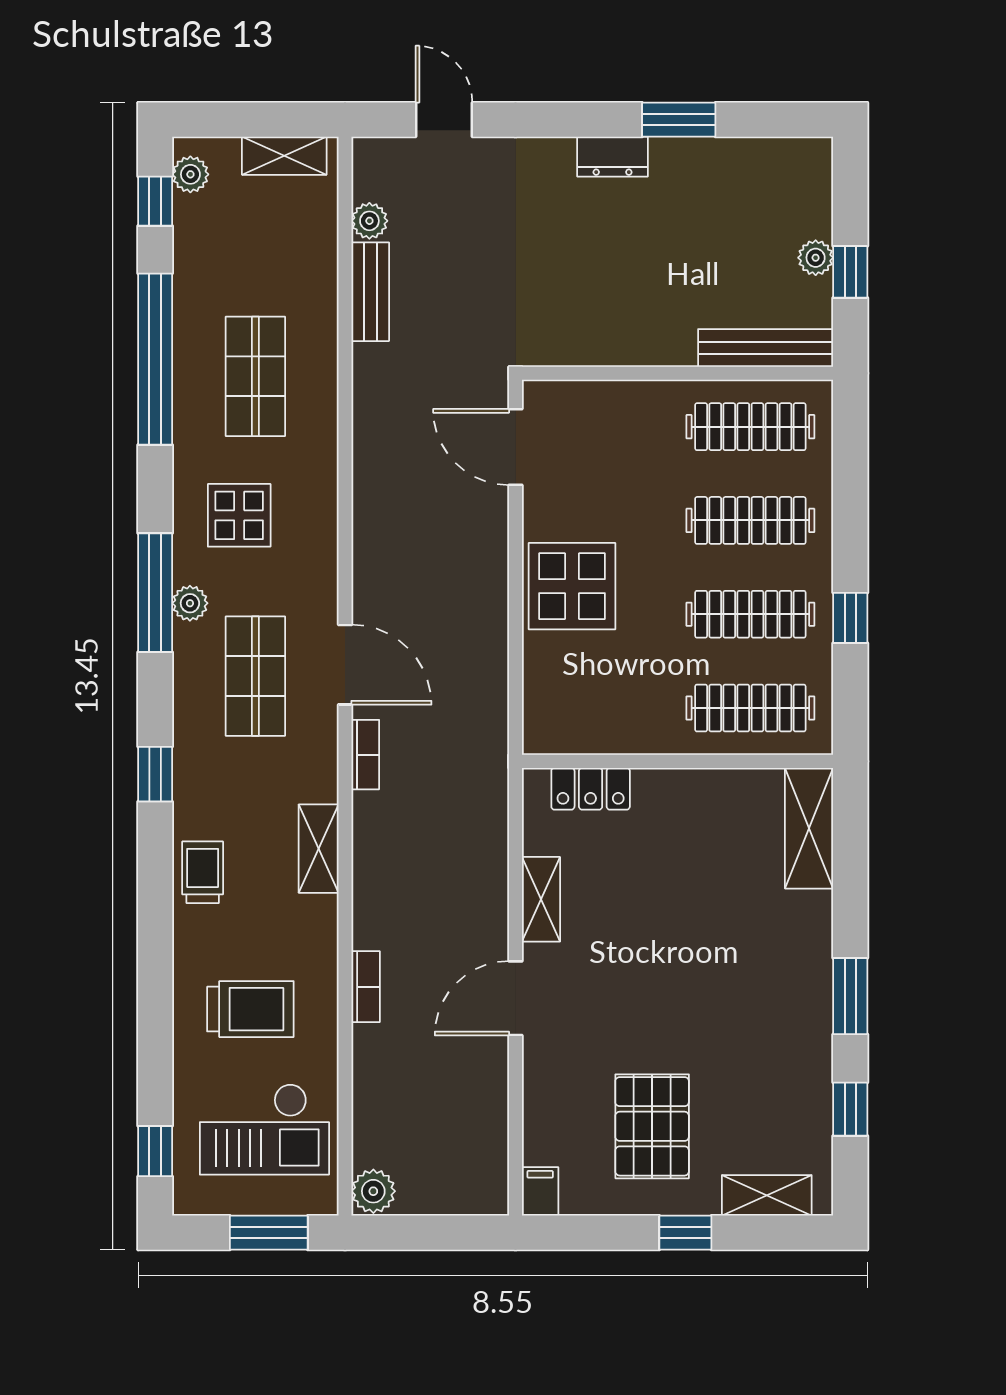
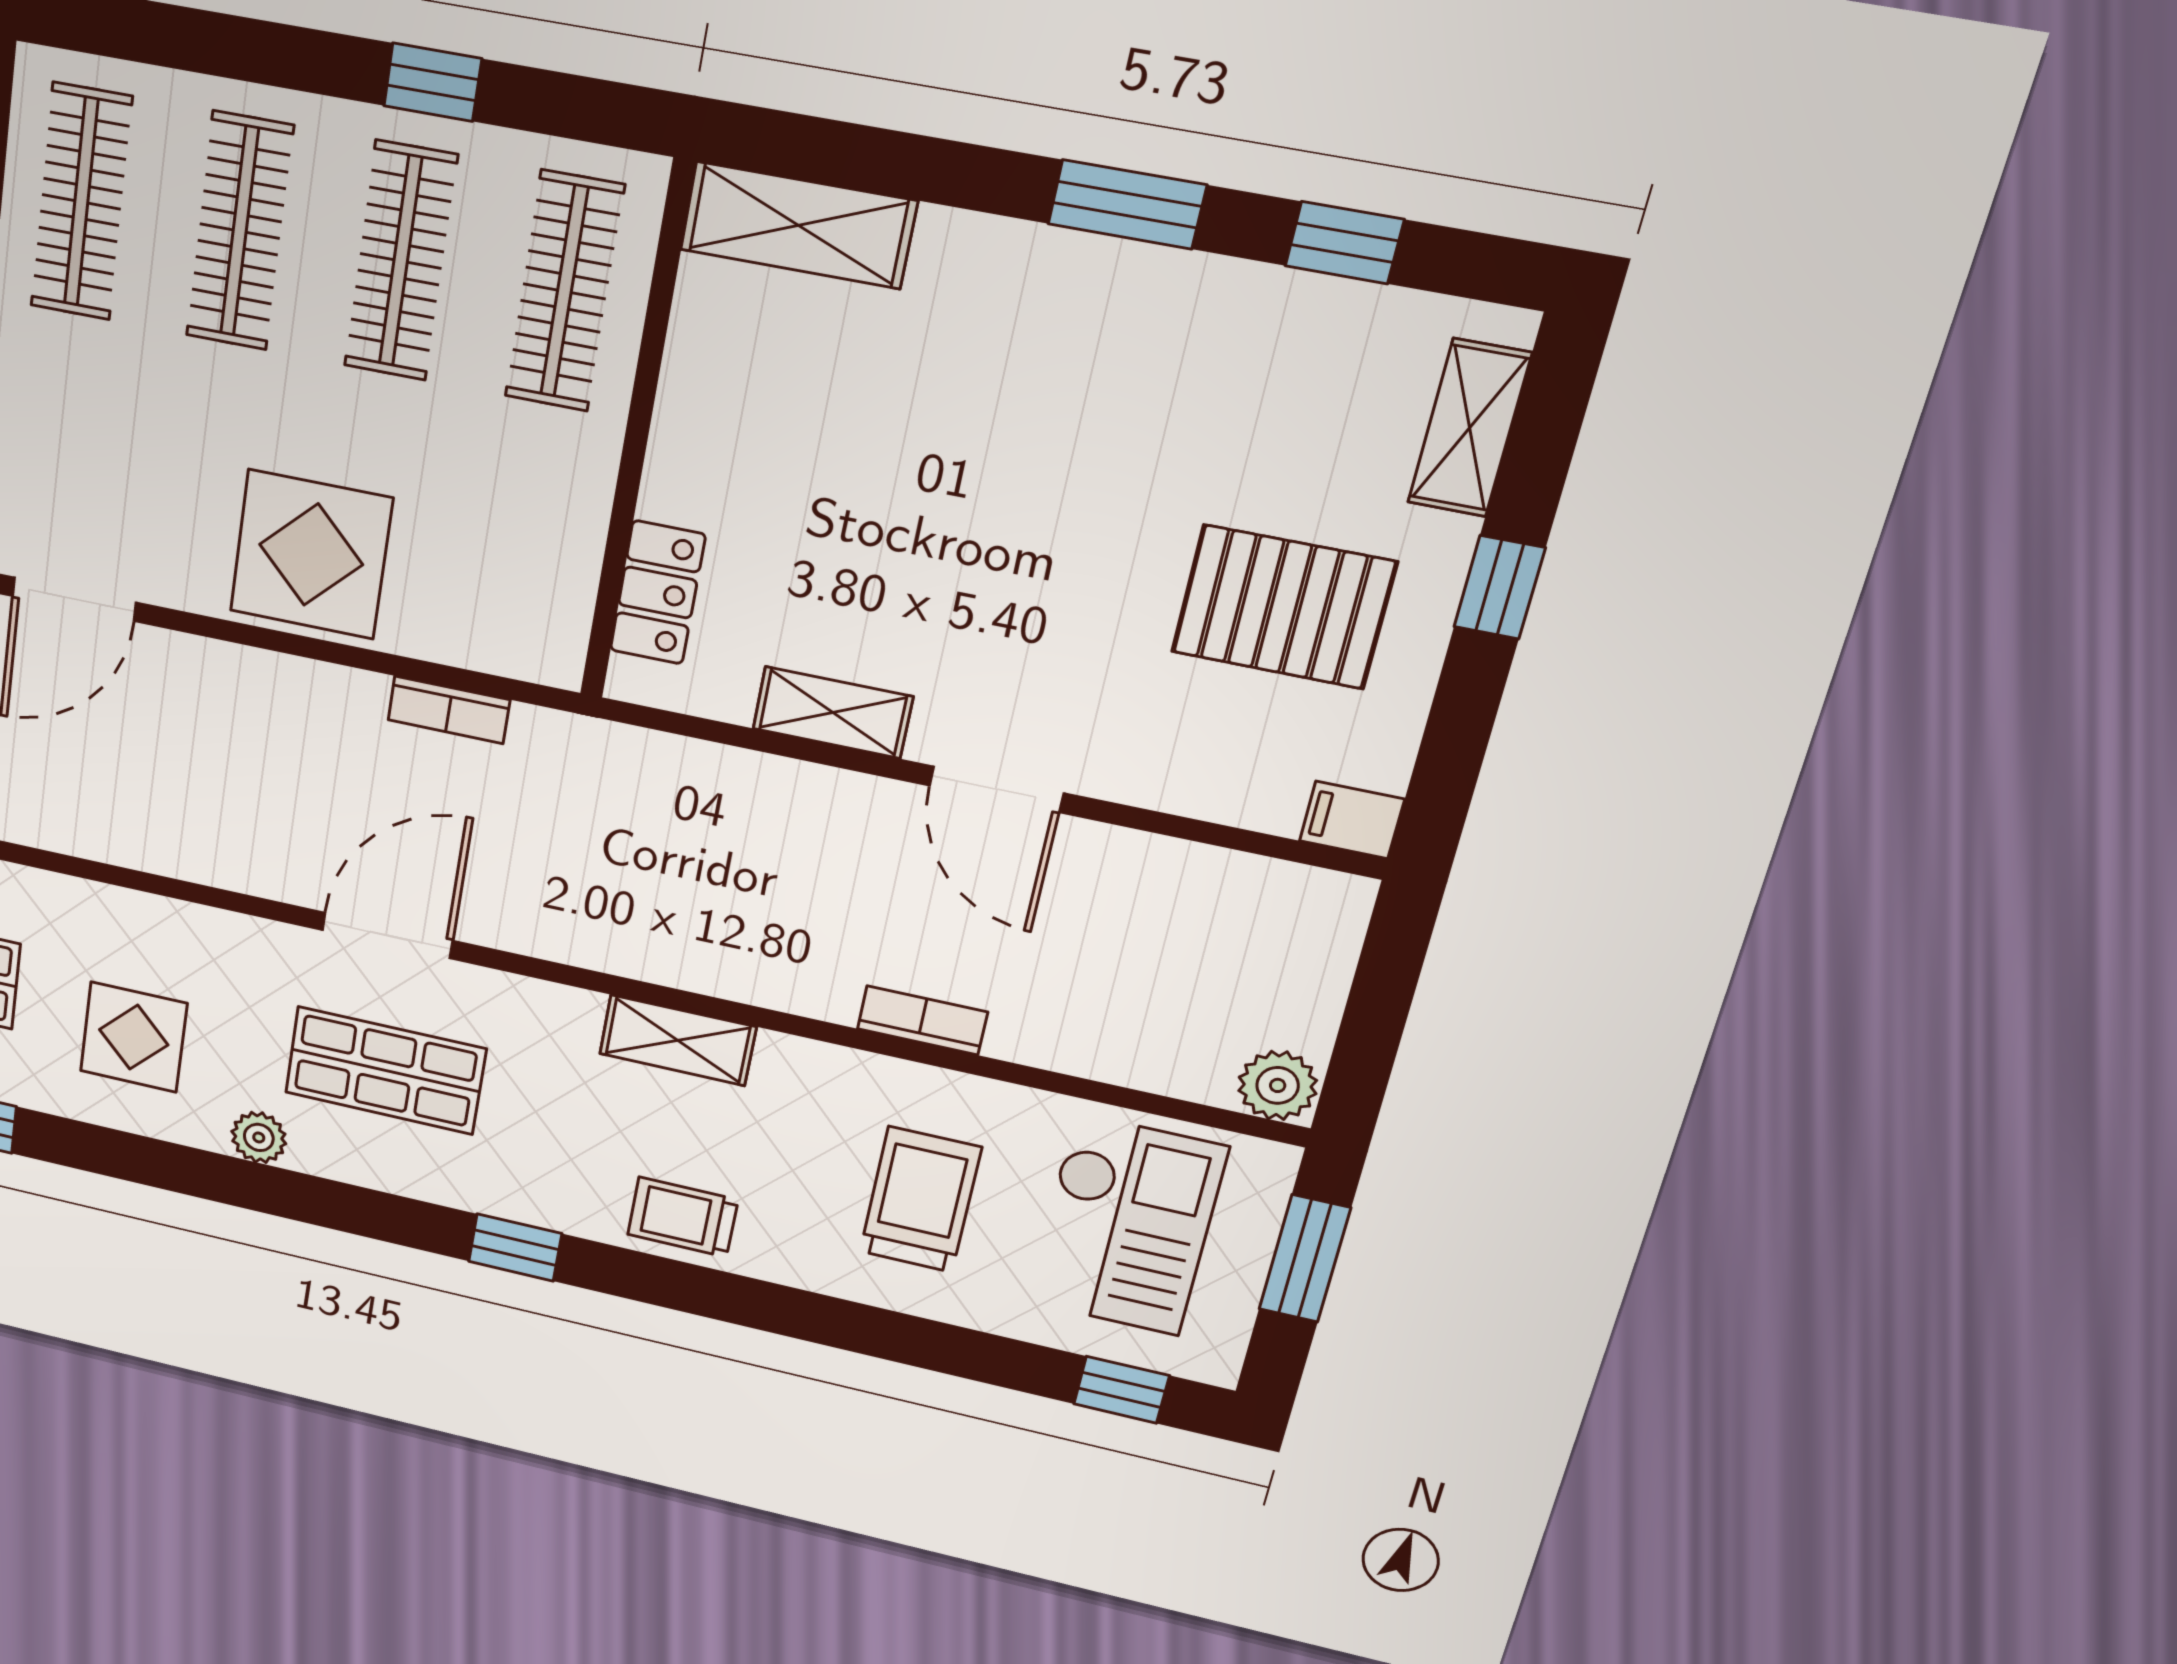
window: (155, 593) -> (236, 1182), removed
bookcase: (365, 755) -> (449, 710), moved, turned 180

